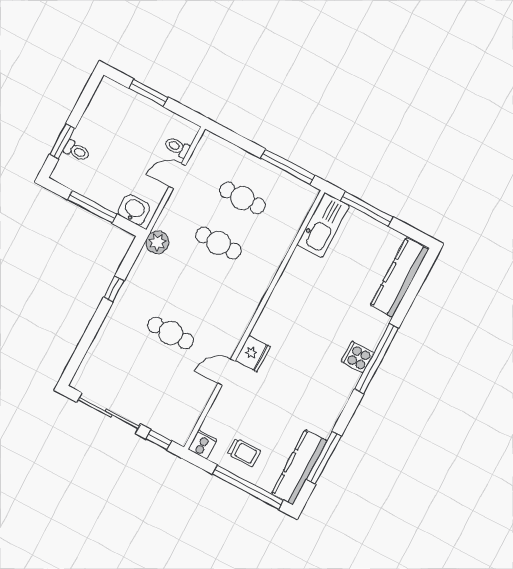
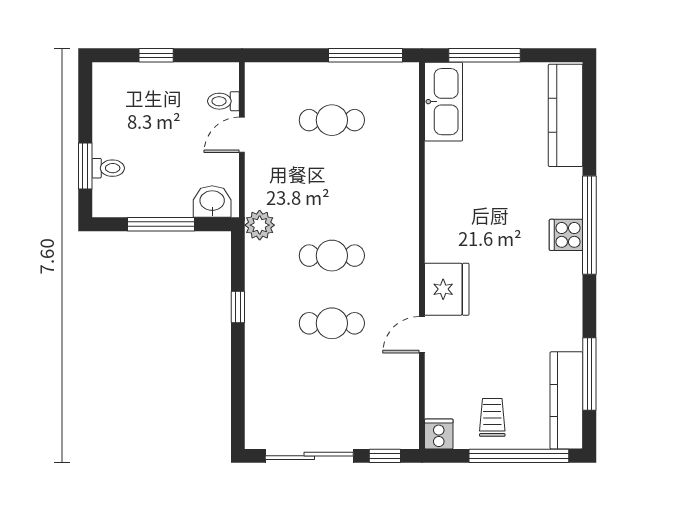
window: (149, 93) -> (156, 55), width x0.67
cafe table: (218, 243) -> (332, 256), moved
fridge: (253, 354) -> (447, 289), width x1.36, depth x1.34
trolley: (244, 452) -> (492, 417), turned -90

